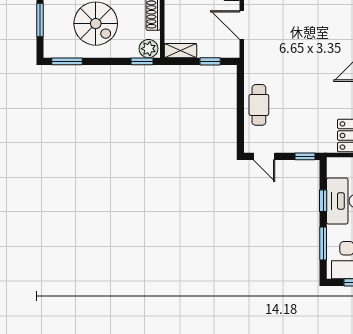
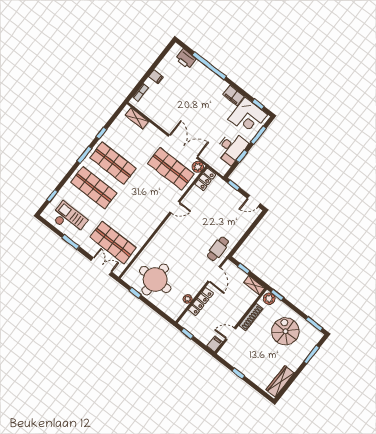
cafe table: (259, 105) -> (218, 249), moved
door: (264, 156) -> (254, 201), swing flipped

